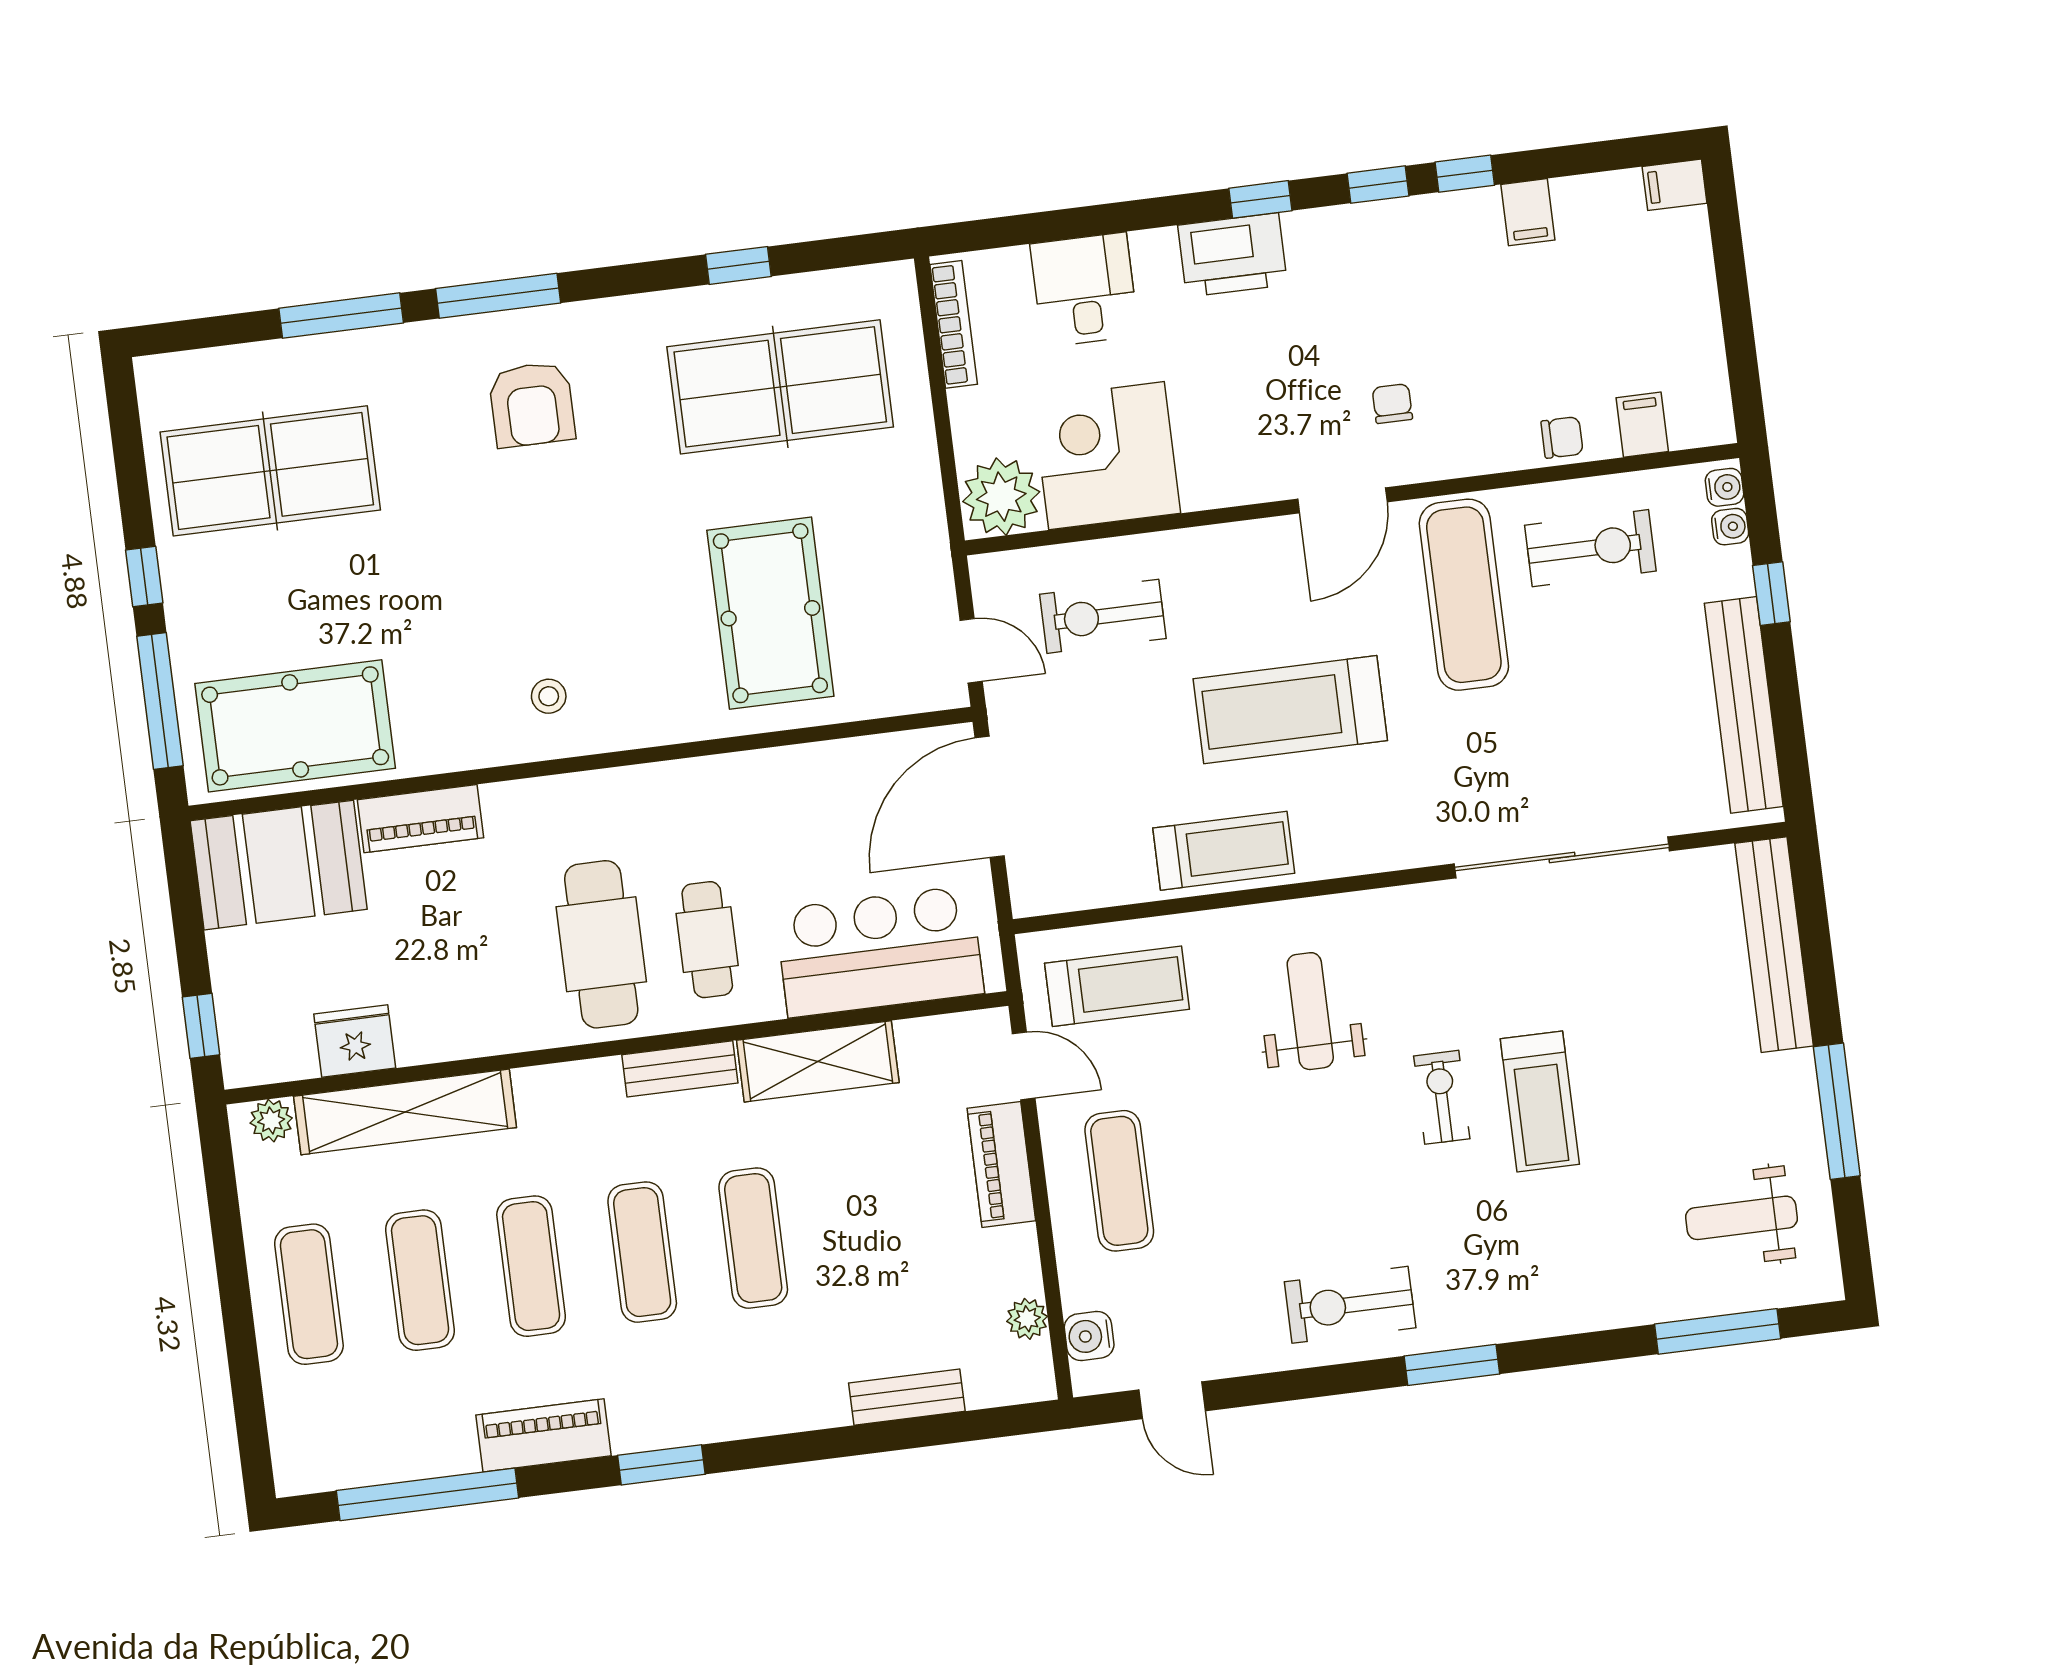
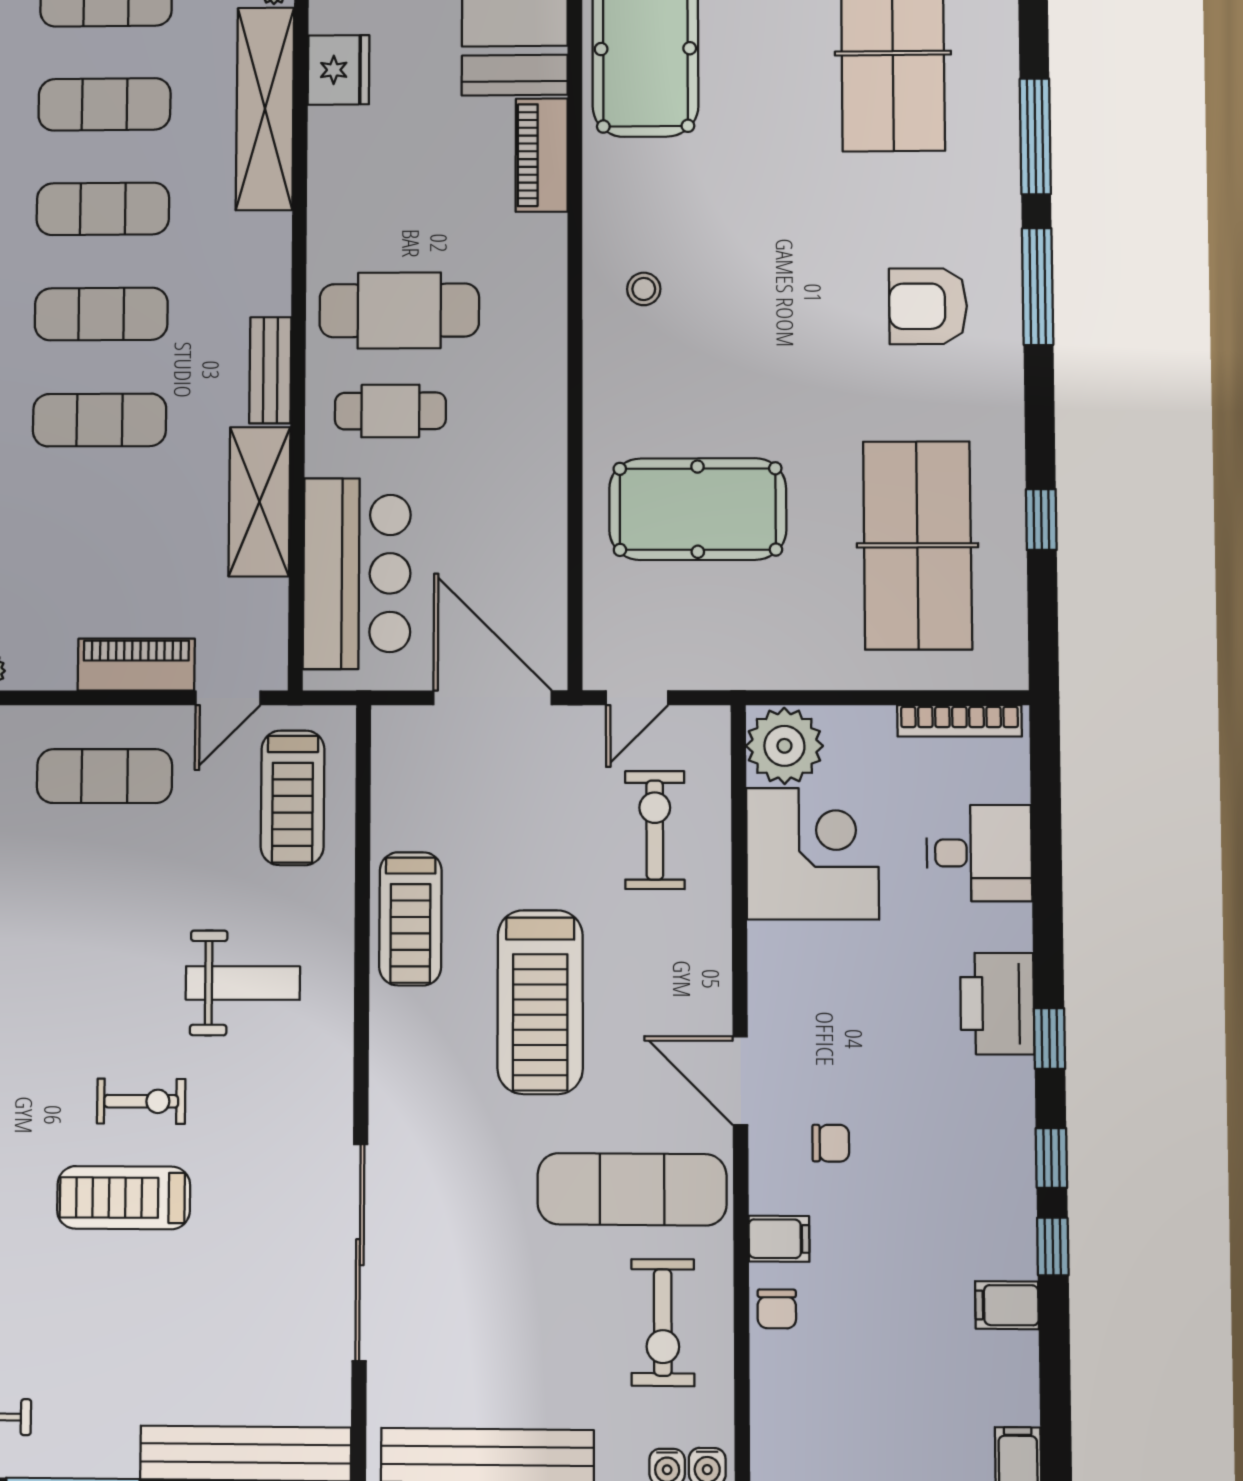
filing cabinet: (1642, 425) -> (779, 1239), moved
treadmill: (1290, 710) -> (540, 1002), turned 180

